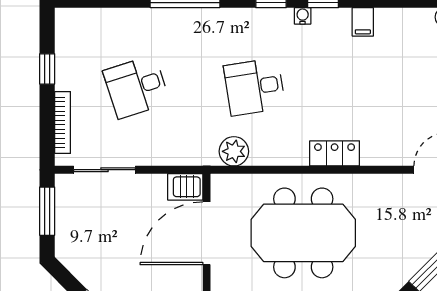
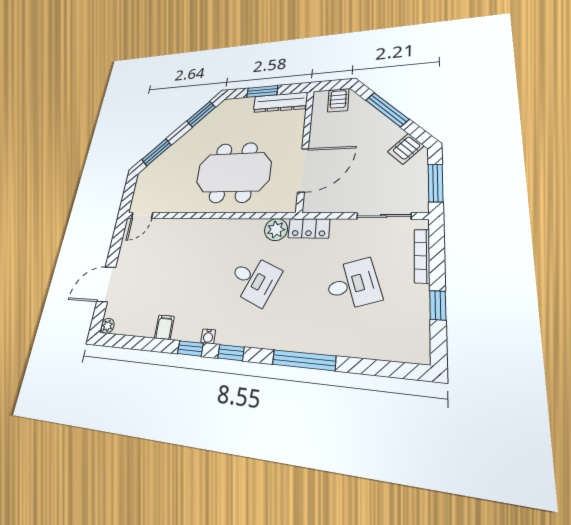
desk: (254, 87) -> (254, 280), turned 33
locker: (335, 153) -> (309, 228), moved
server rack: (185, 187) -> (406, 149), moved, turned 135

